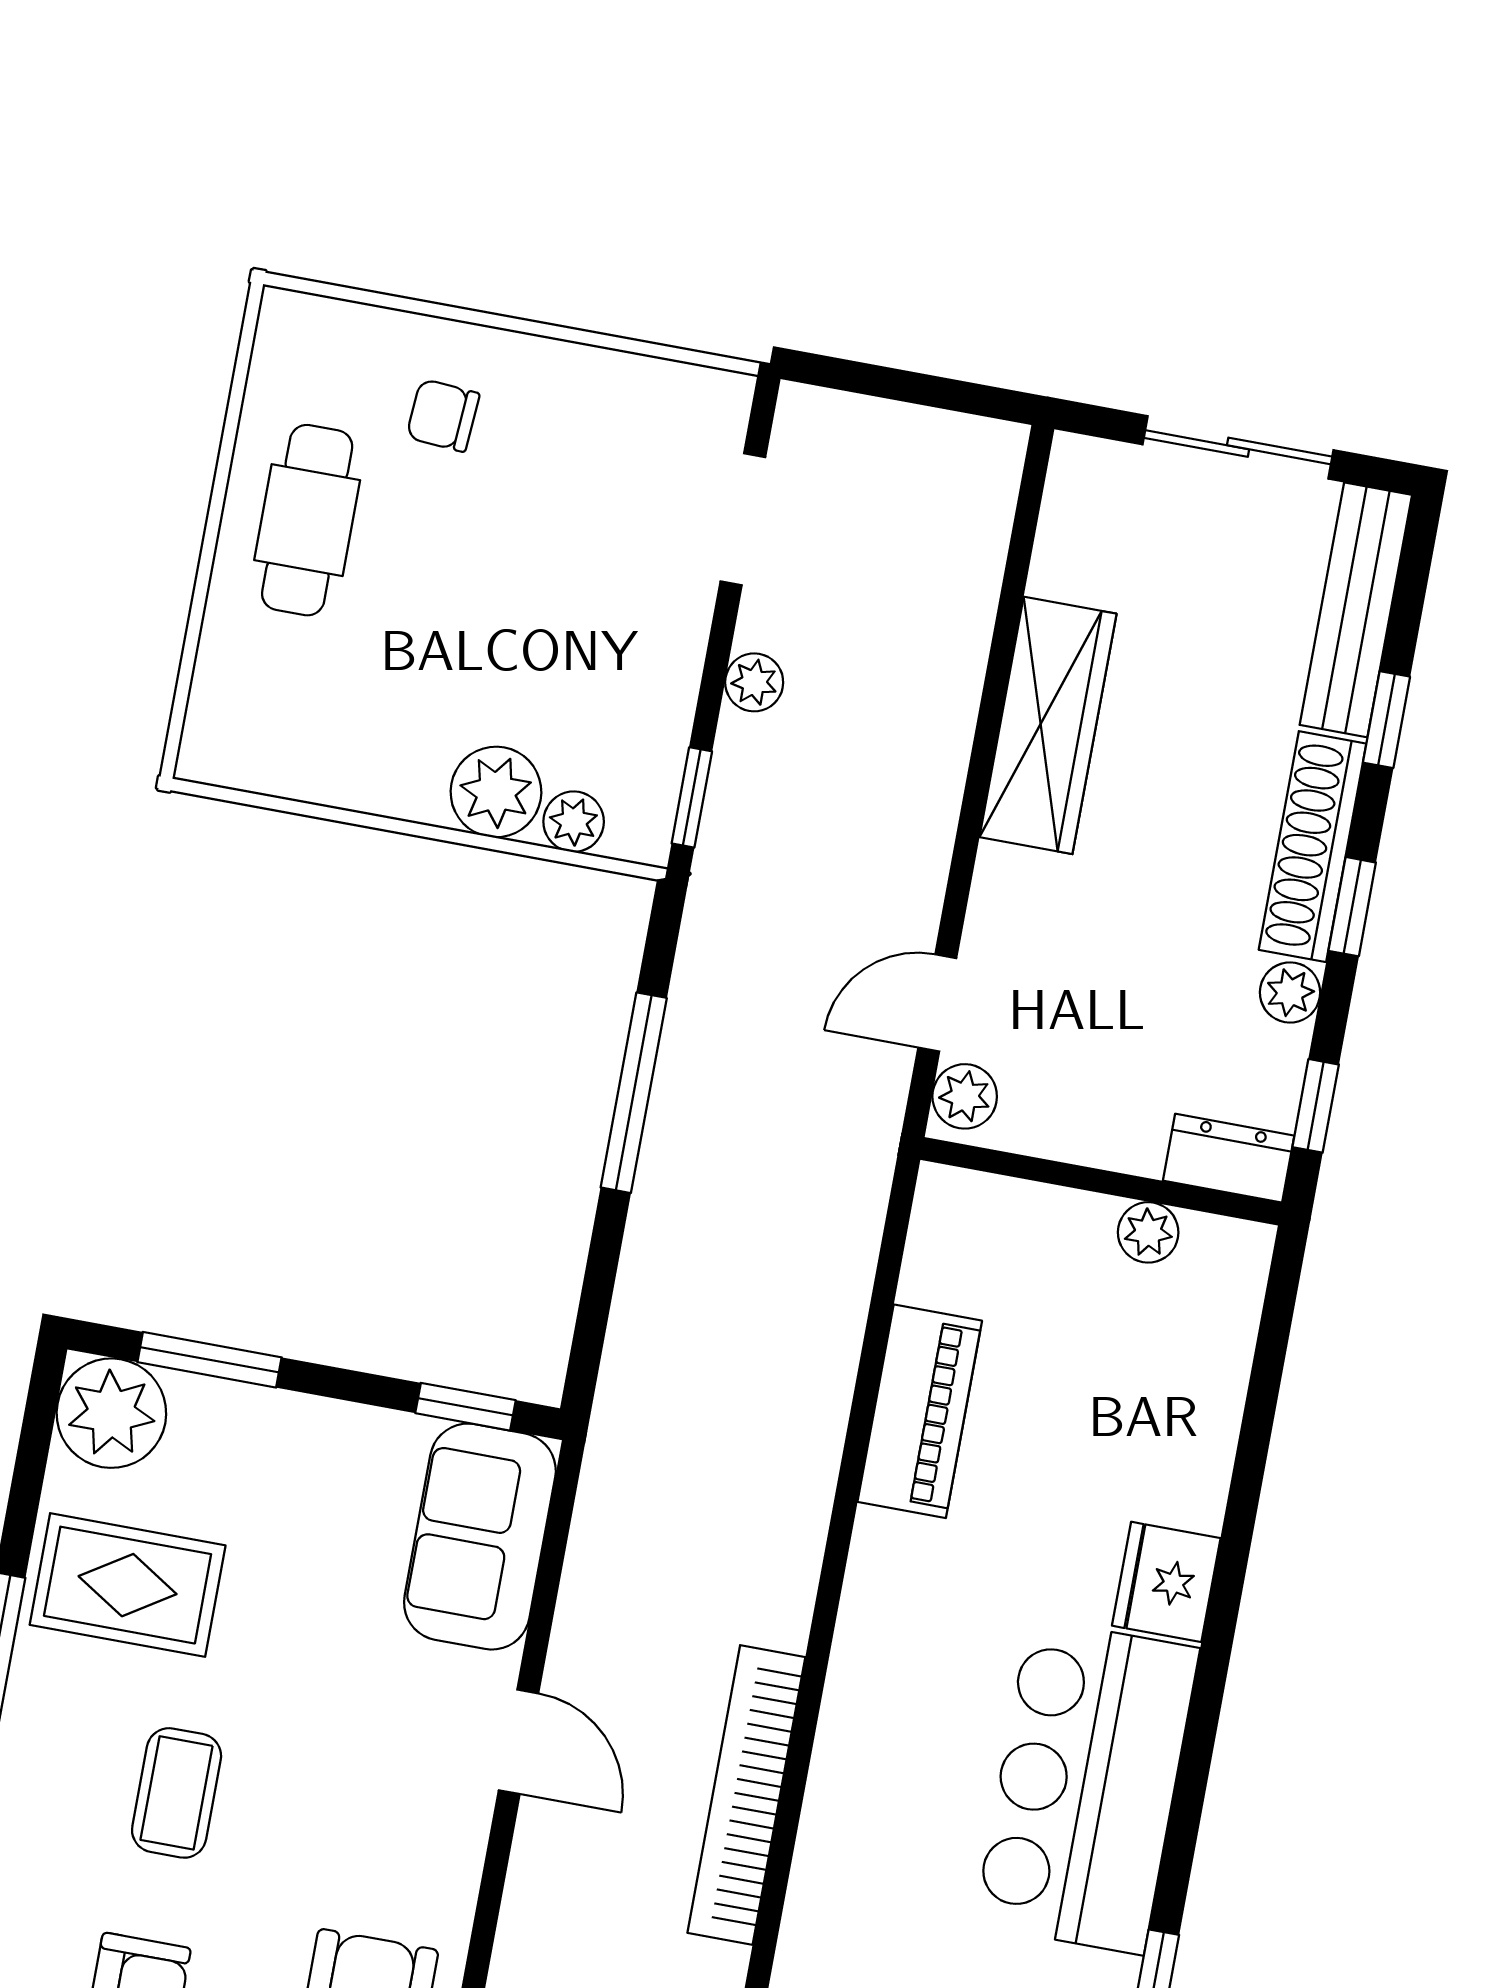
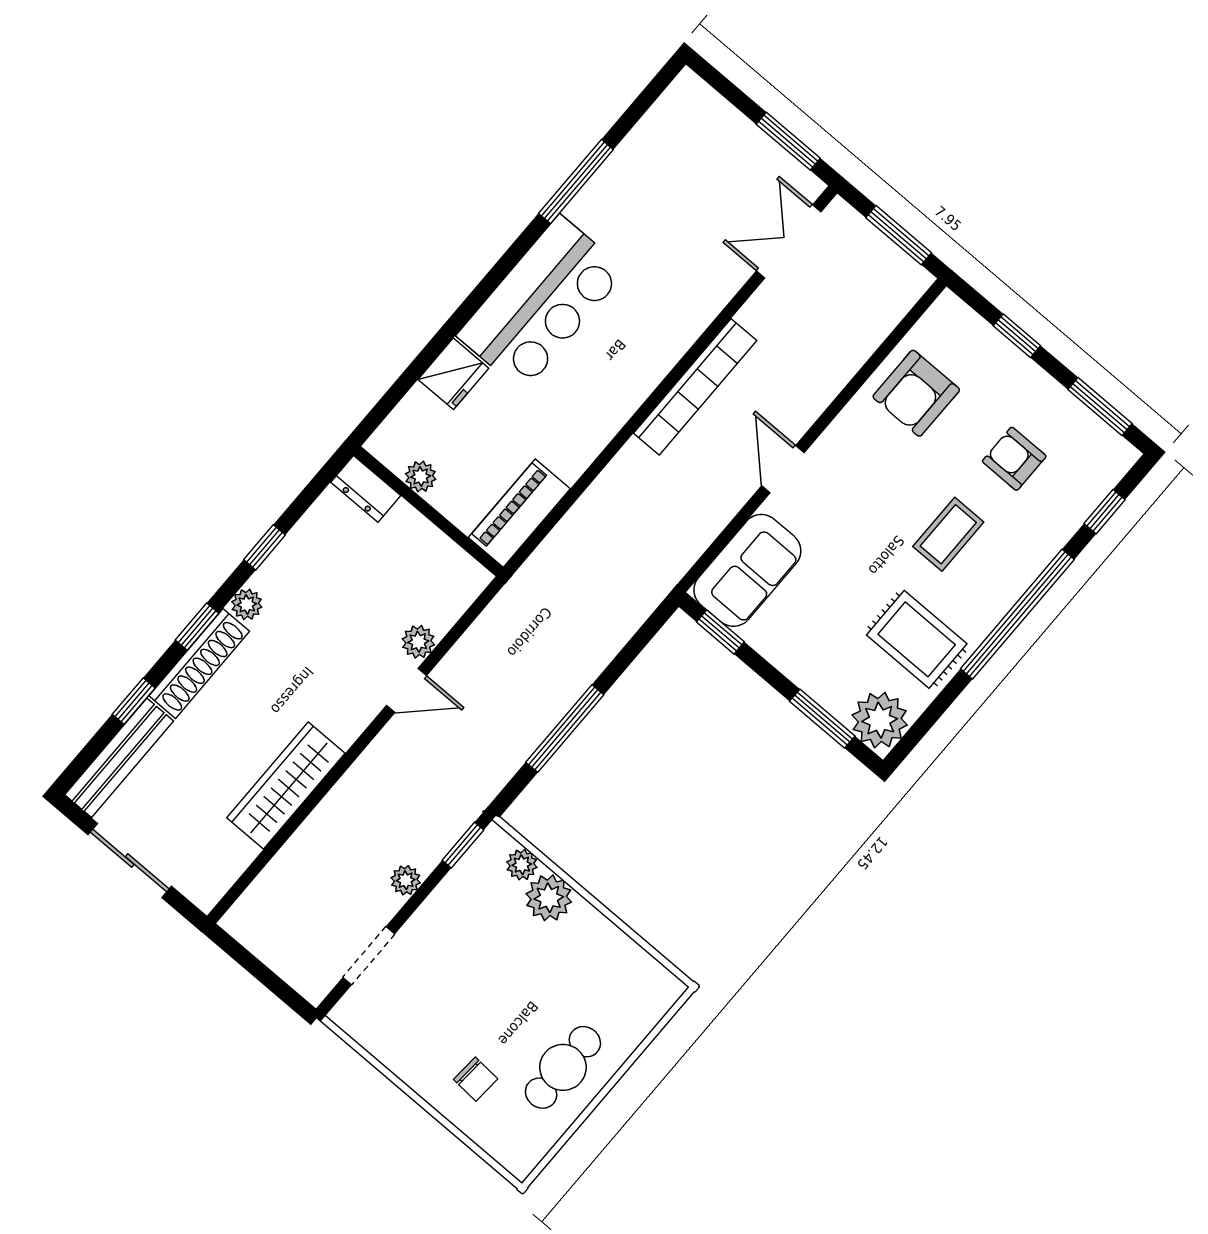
dresser: (1229, 1158) -> (366, 489), moved
wall: (1101, 1181) -> (428, 511), moved
plant: (1148, 1232) -> (421, 476), moved

